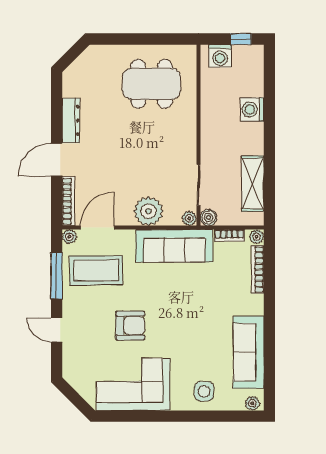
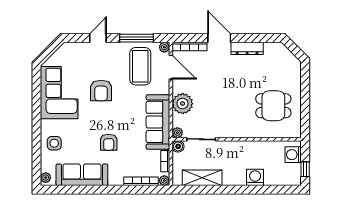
dining table: (152, 84) -> (273, 106), width x0.73
armchair: (203, 315) -> (109, 142), added

